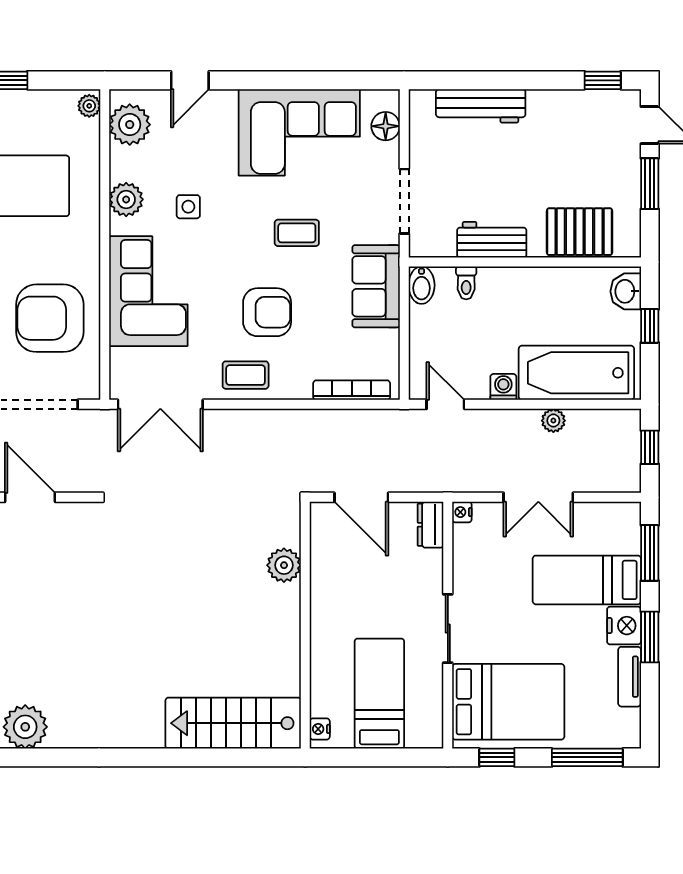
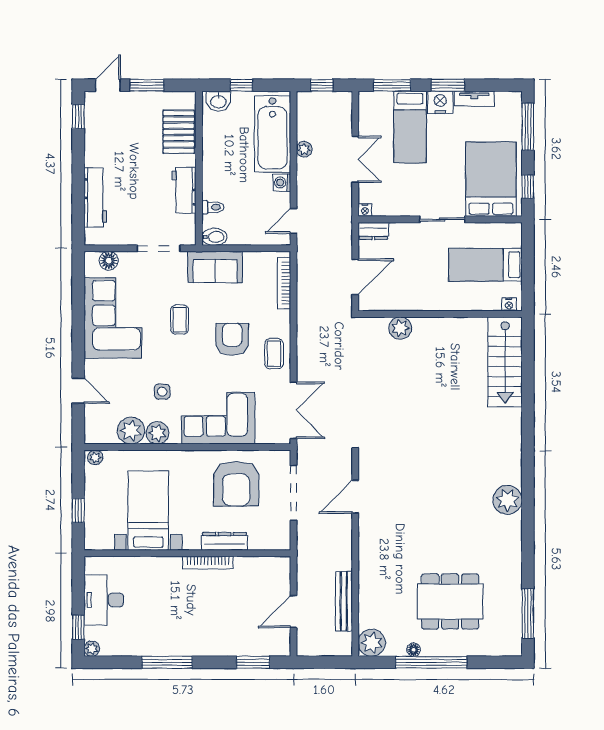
plant: (130, 125) -> (131, 431), moved

